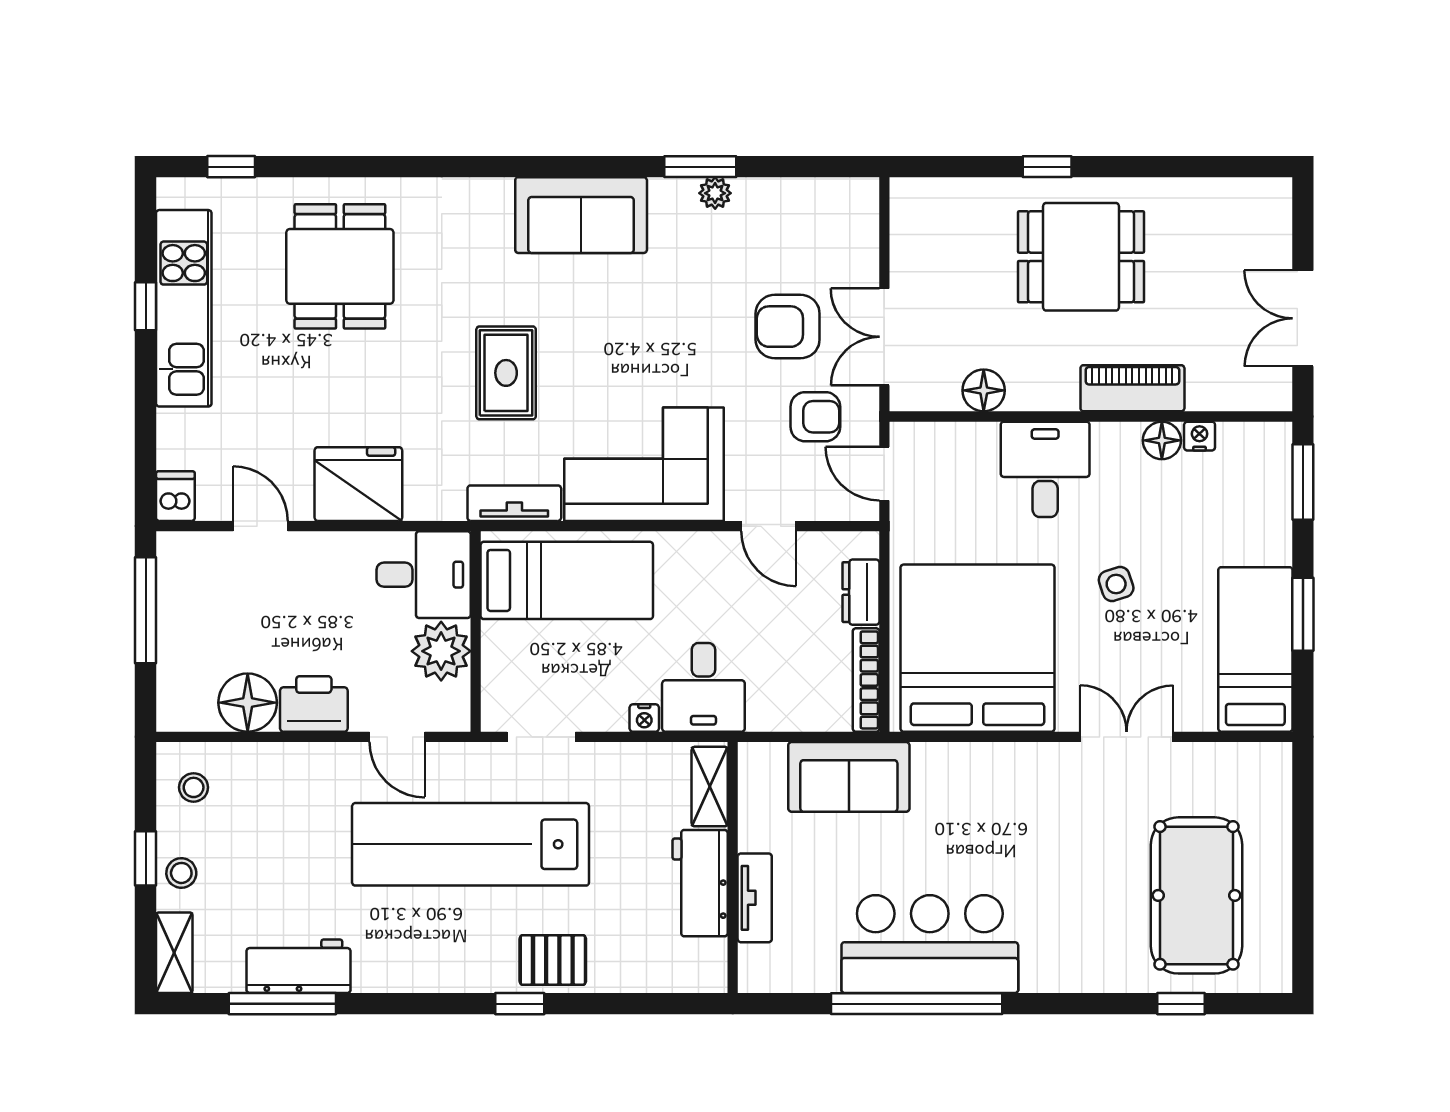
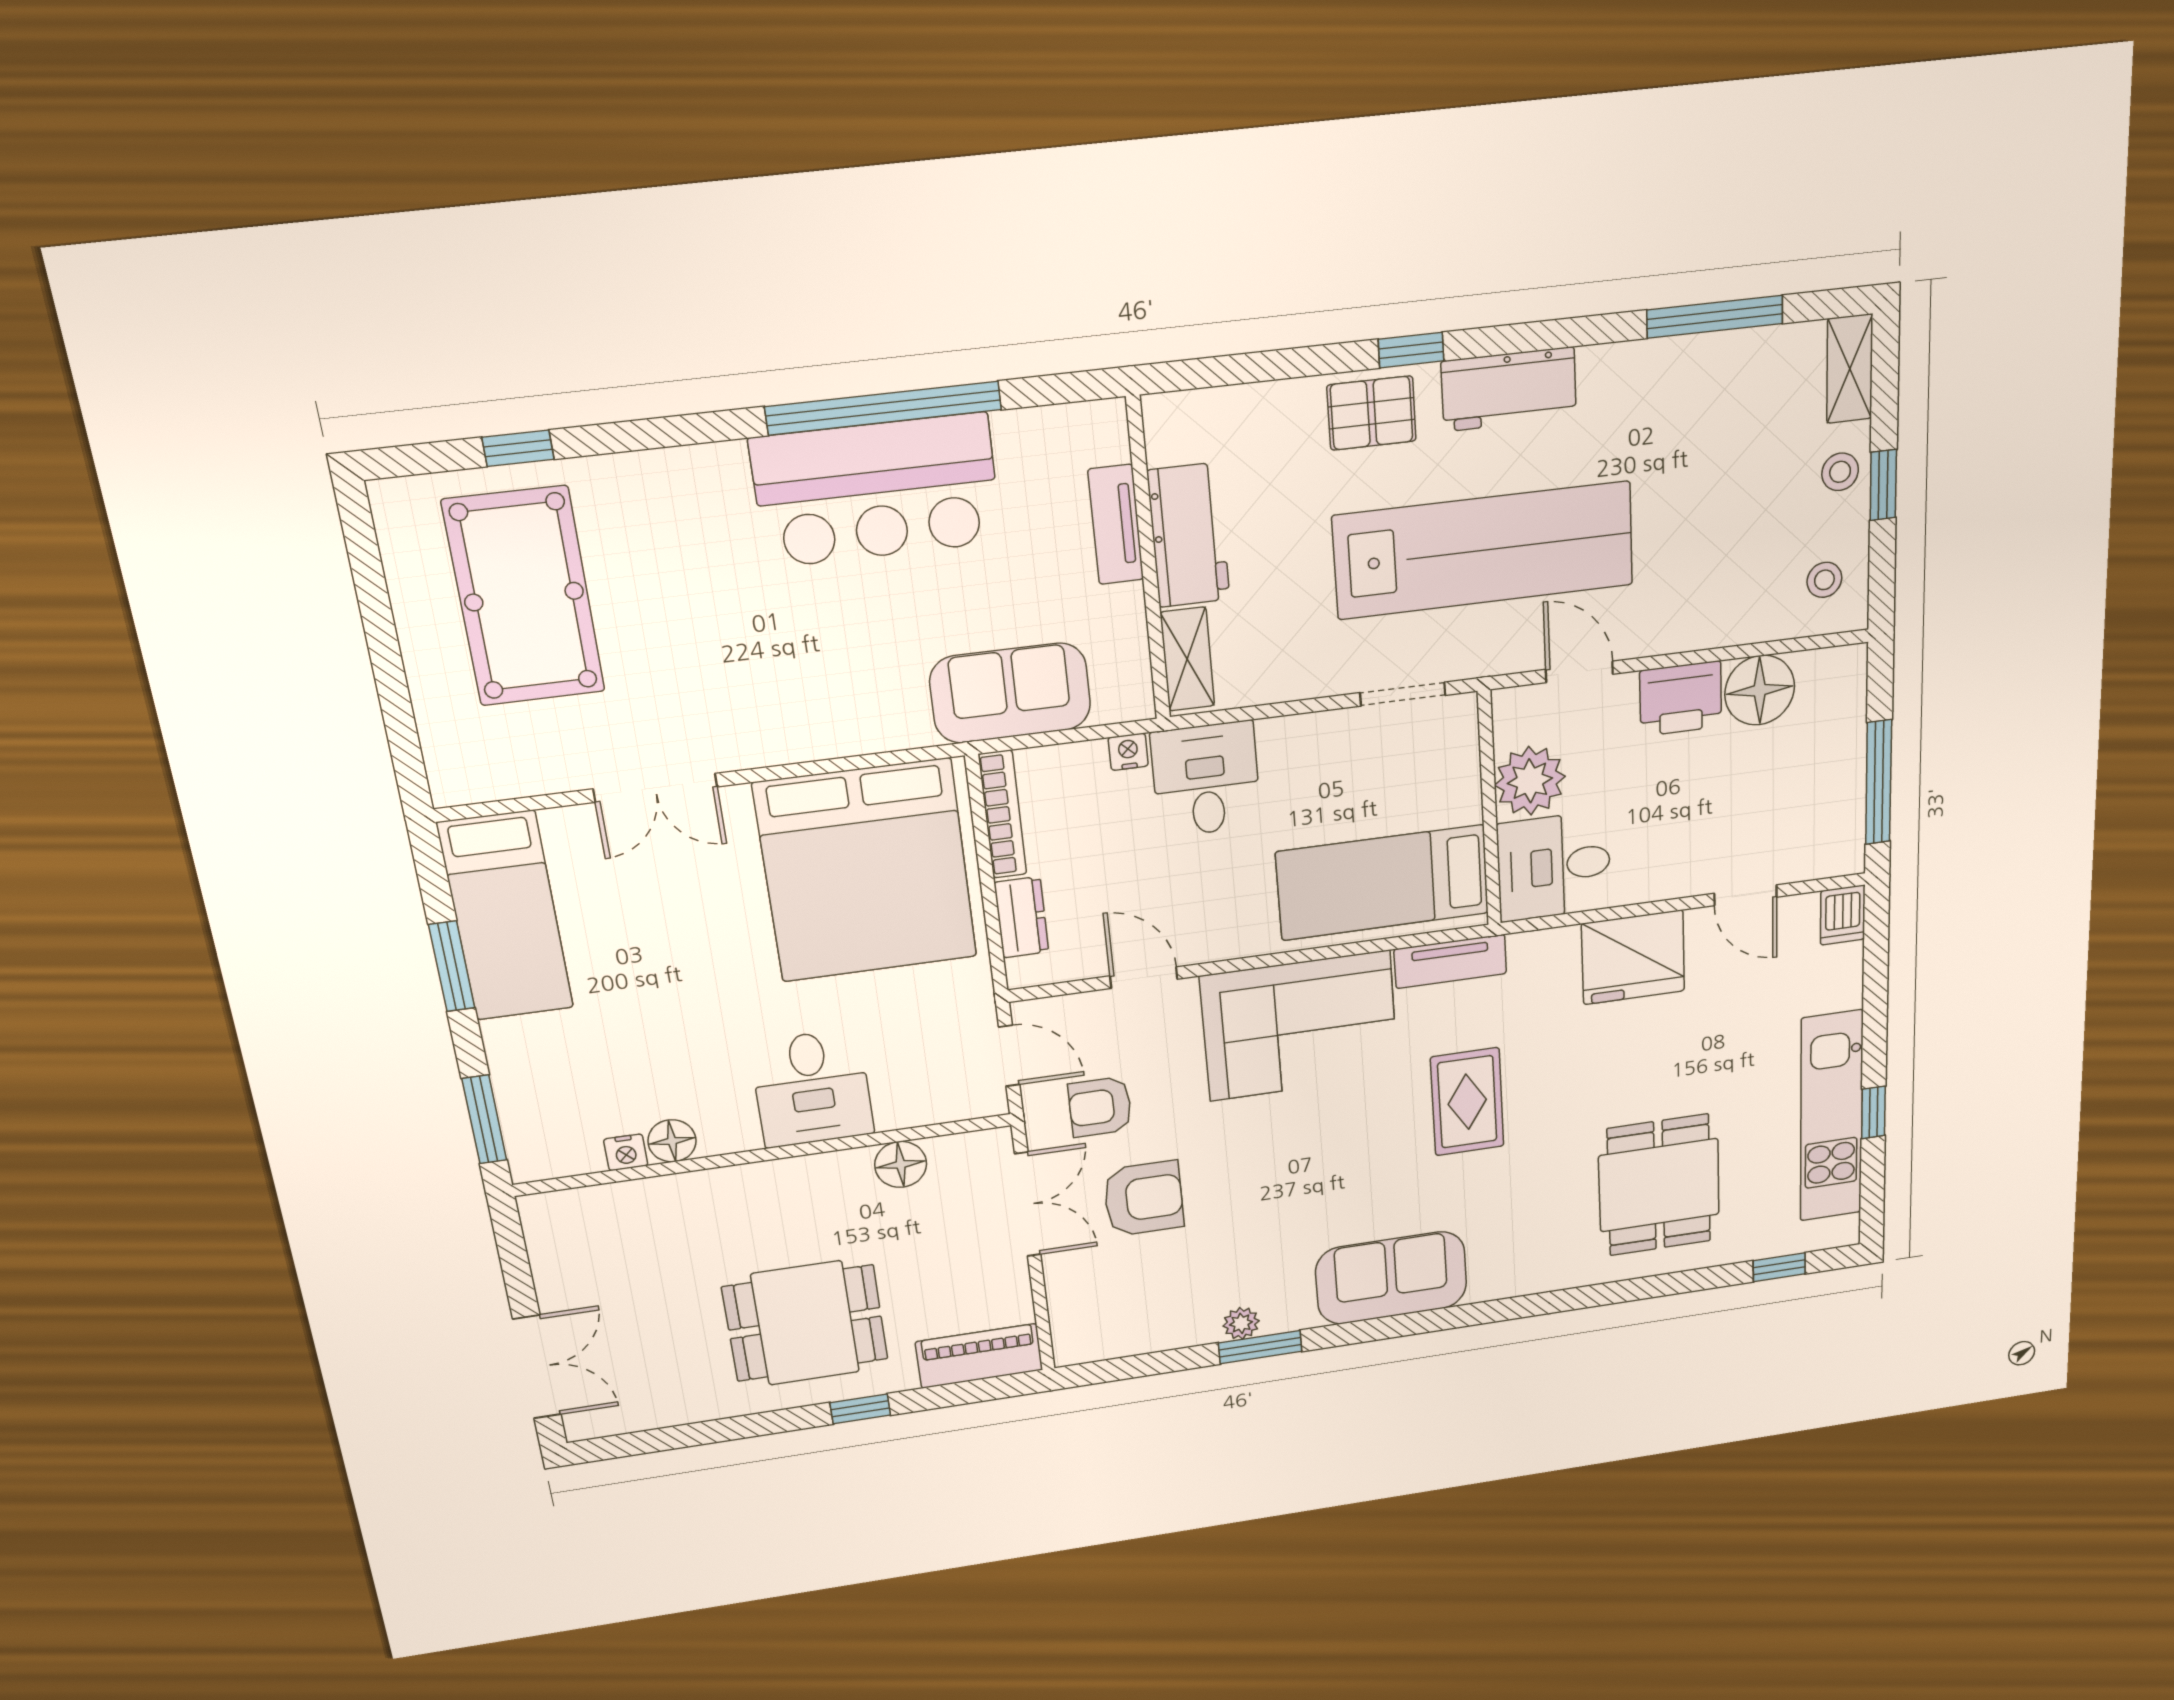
double door: (1303, 318) -> (537, 1367), moved
piano: (1132, 388) -> (979, 1356), moved, turned 180
side table: (1116, 584) -> (701, 970), removed
nightstand: (644, 718) -> (1128, 752), moved
workbench: (299, 966) -> (1509, 389), moved

